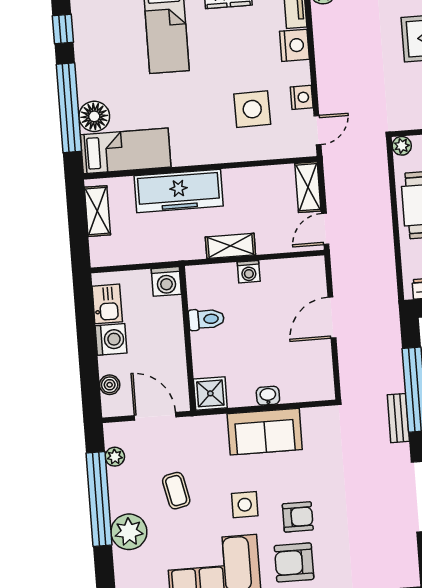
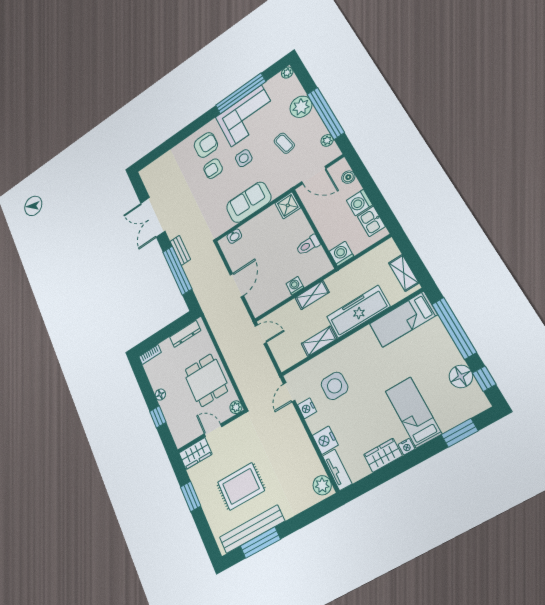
floor lamp: (94, 116) -> (461, 376), moved
shelving: (308, 187) -> (319, 341), moved, turned 90
door: (325, 229) -> (261, 334), hinge flipped
washbasin: (268, 396) -> (234, 236), moved

